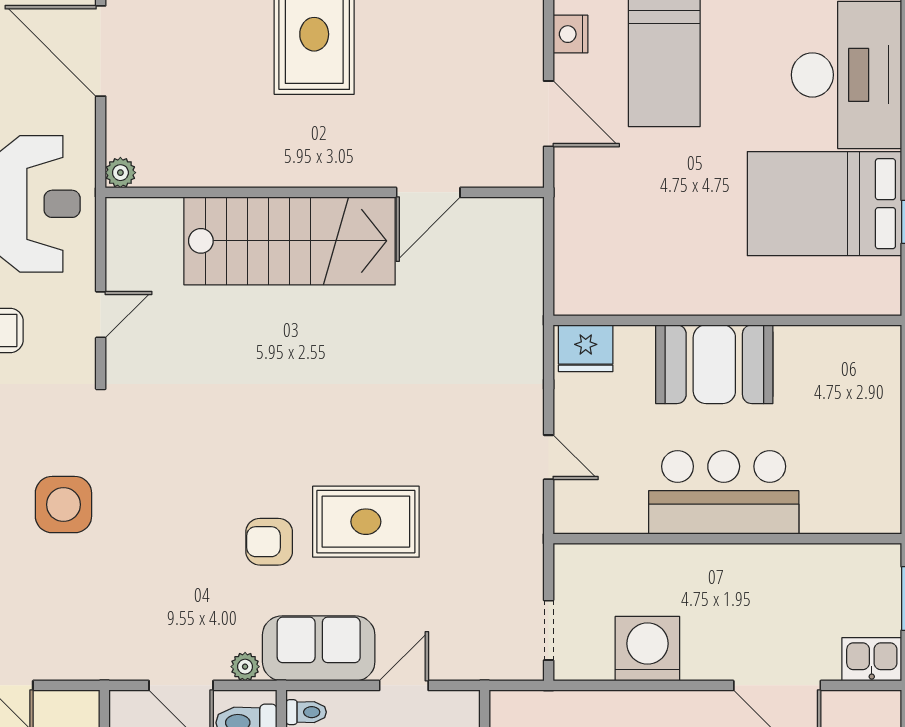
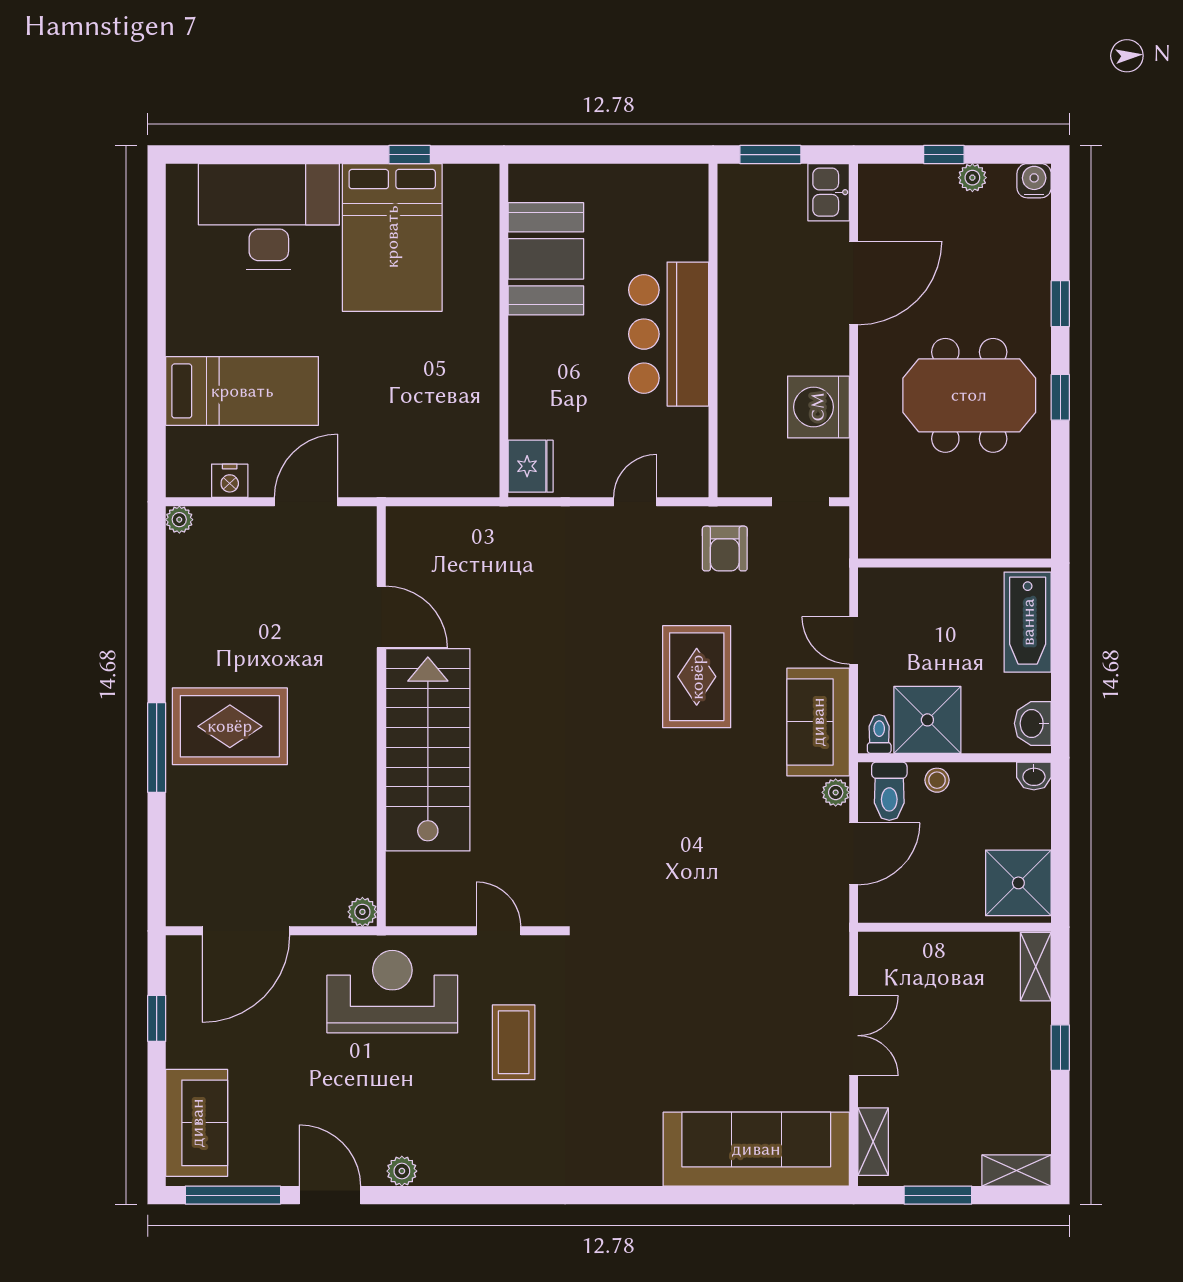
booth: (714, 364) -> (546, 259), moved
side table: (63, 505) -> (680, 966), removed
armchair: (269, 542) -> (725, 549), moved

